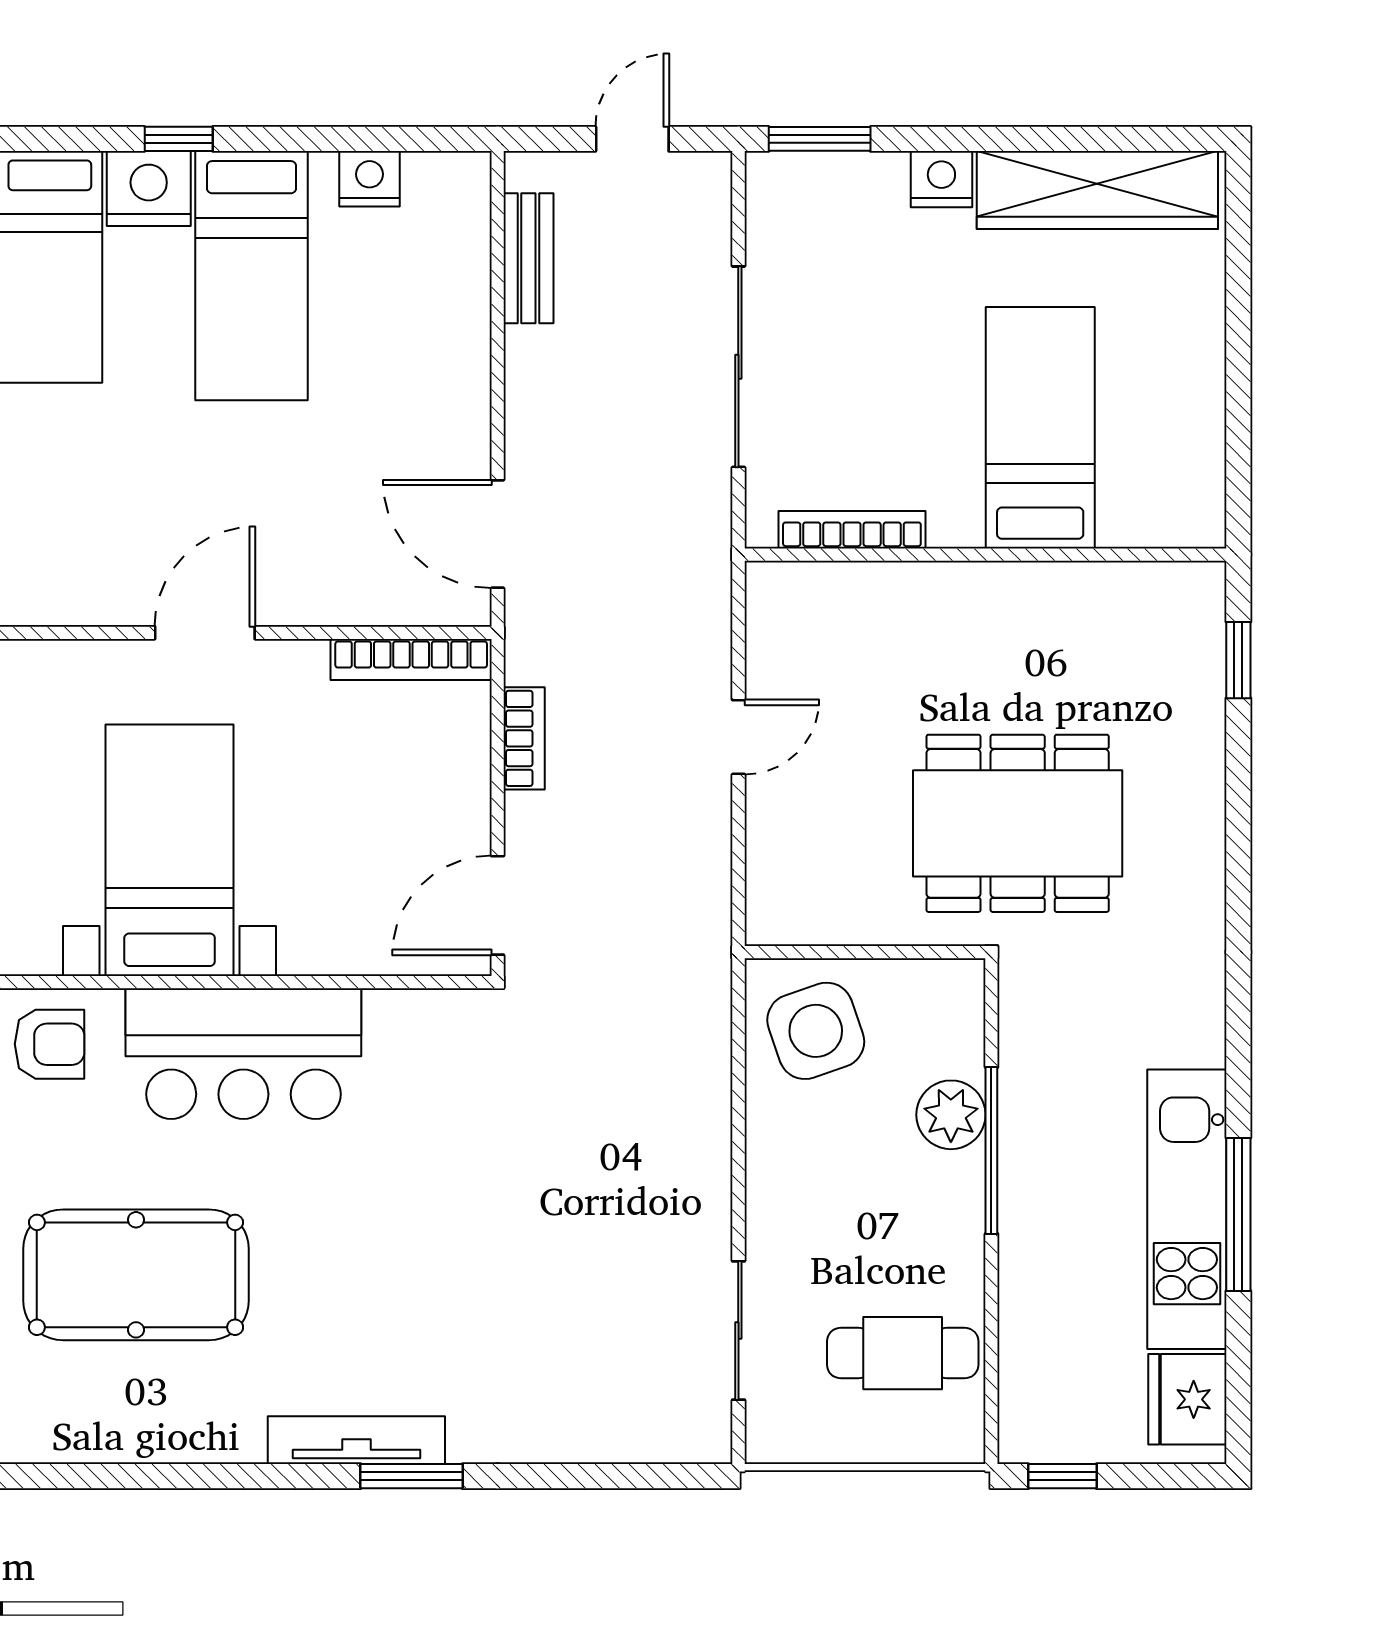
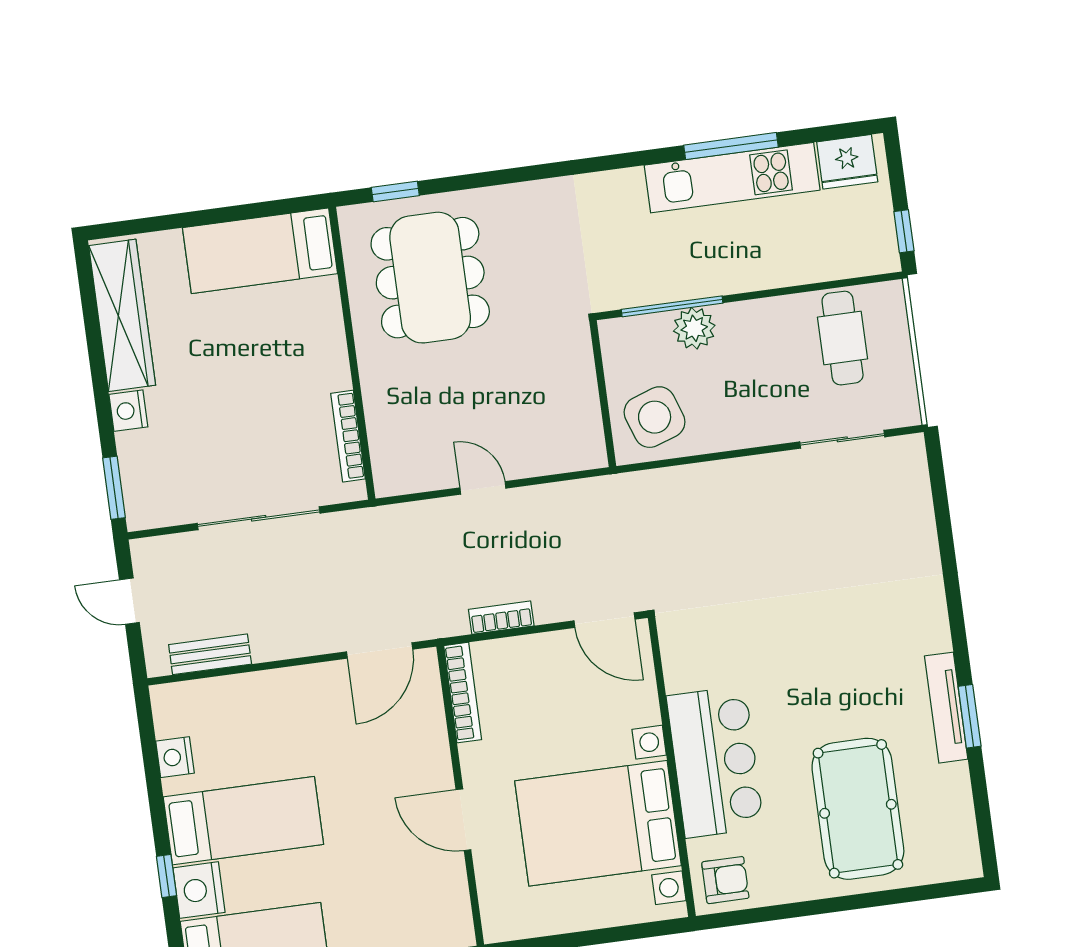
bed: (1040, 428) -> (260, 251), moved
dining table: (1018, 823) -> (430, 278), moved
bed with nightstands: (170, 850) -> (598, 823), width x1.36
armchair: (50, 1044) -> (725, 880), turned 90
window: (991, 1150) -> (672, 306), moved
tv unit: (356, 1440) -> (946, 708), moved
window: (412, 1476) -> (970, 716), moved

